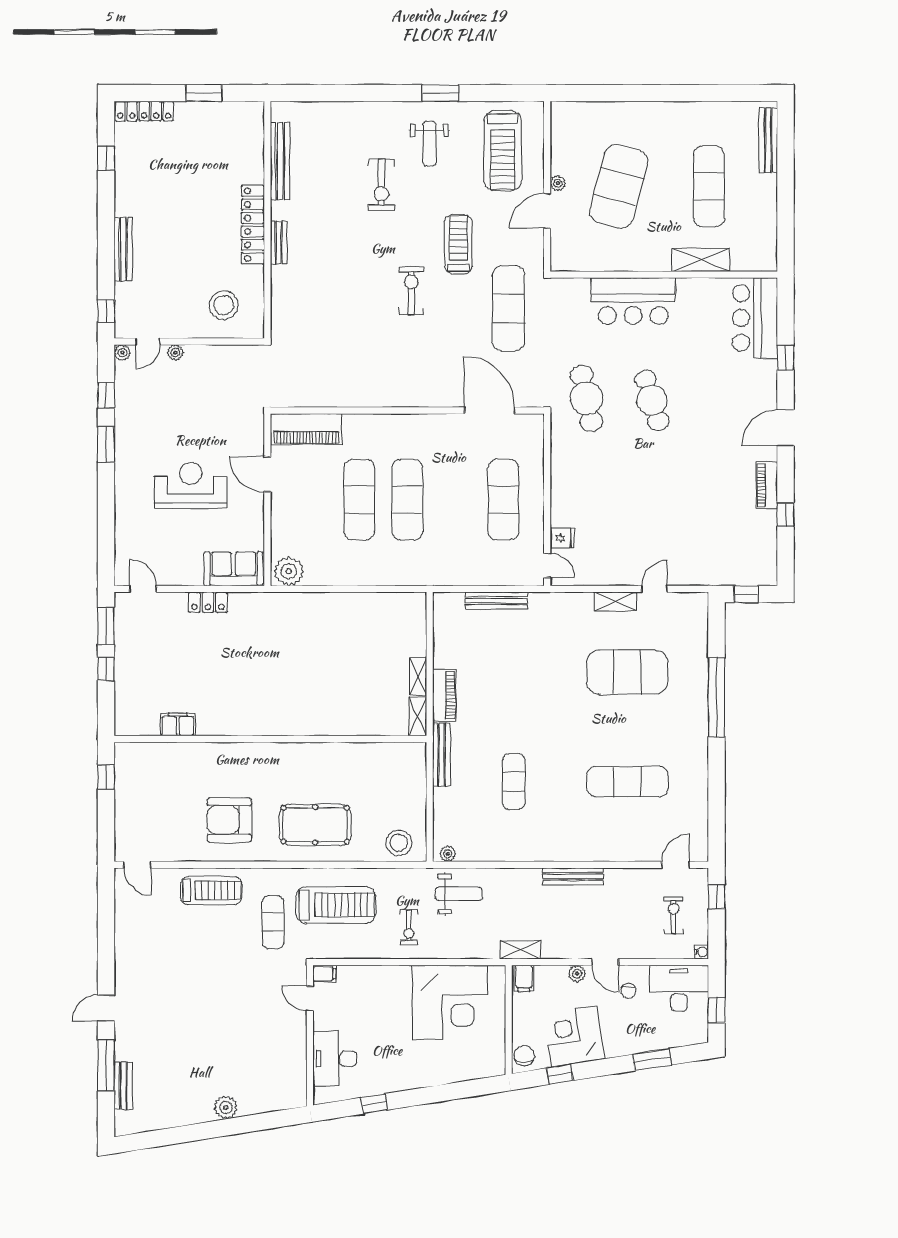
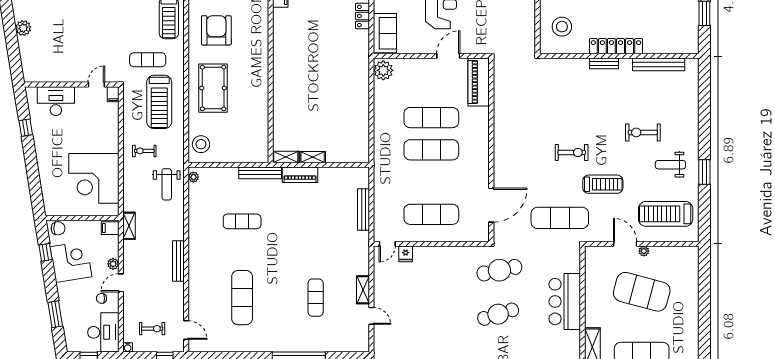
exercise mat: (627, 672) -> (316, 298), width x0.50, depth x0.69

